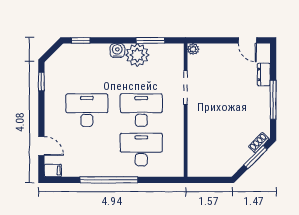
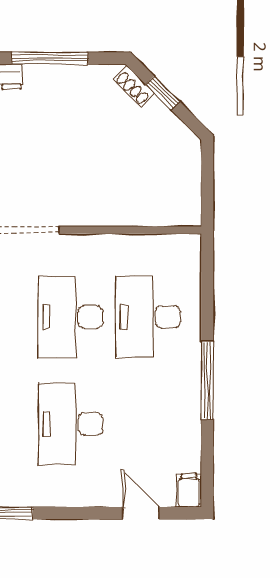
door: (41, 146) -> (141, 513), hinge flipped
window: (255, 157) -> (163, 93), width x0.67
window: (109, 180) -> (207, 380), width x0.68

